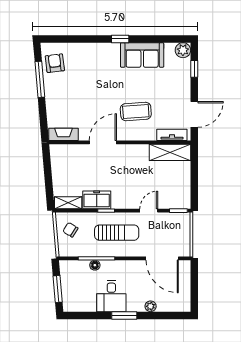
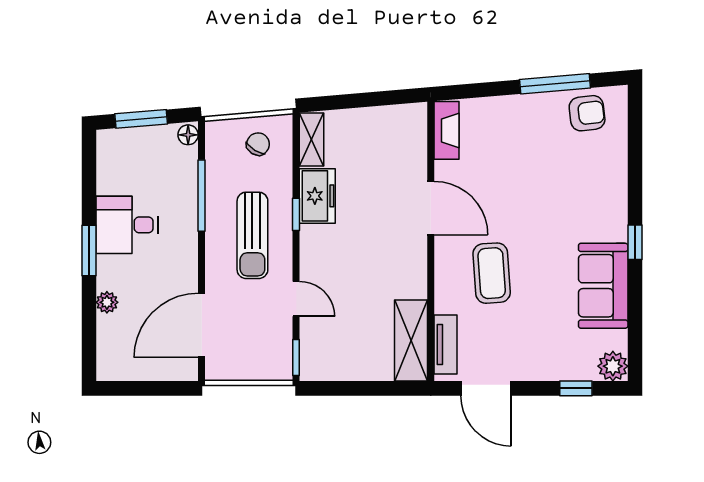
floor lamp: (95, 265) -> (188, 135), moved

